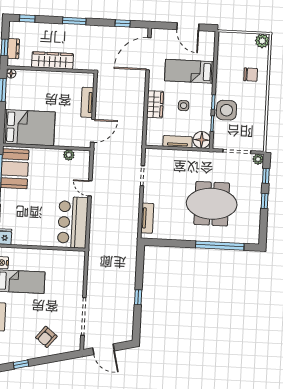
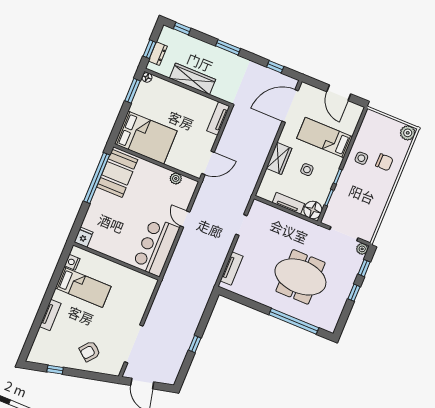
tv unit: (87, 102) -> (218, 118), moved
side table: (226, 110) -> (361, 158), moved, width x0.54, depth x0.54

